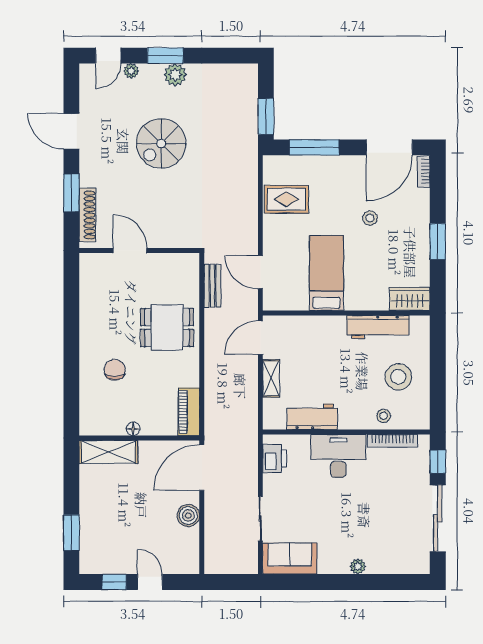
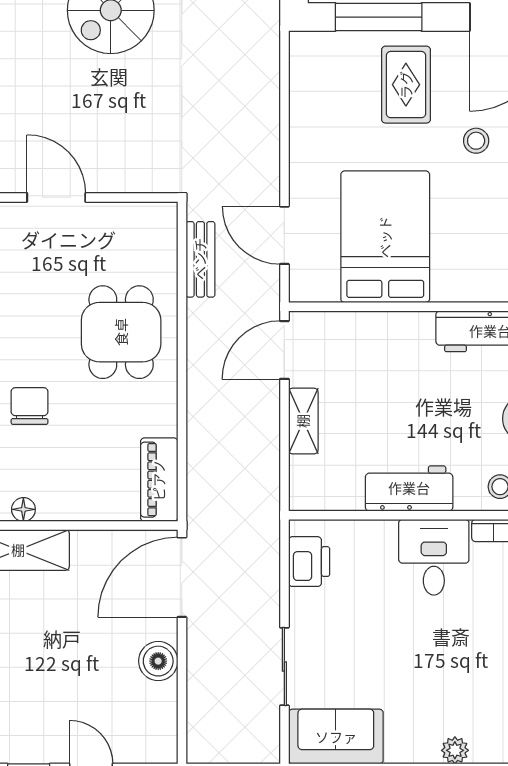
rug: (286, 199) -> (406, 85), moved, turned 90
bed: (326, 273) -> (385, 237), width x1.50
dining table: (167, 327) -> (121, 332), turned 90
workbench: (312, 417) -> (409, 488), moved
floor lamp: (133, 429) -> (23, 509), moved
desk: (338, 456) -> (434, 557), width x0.73

